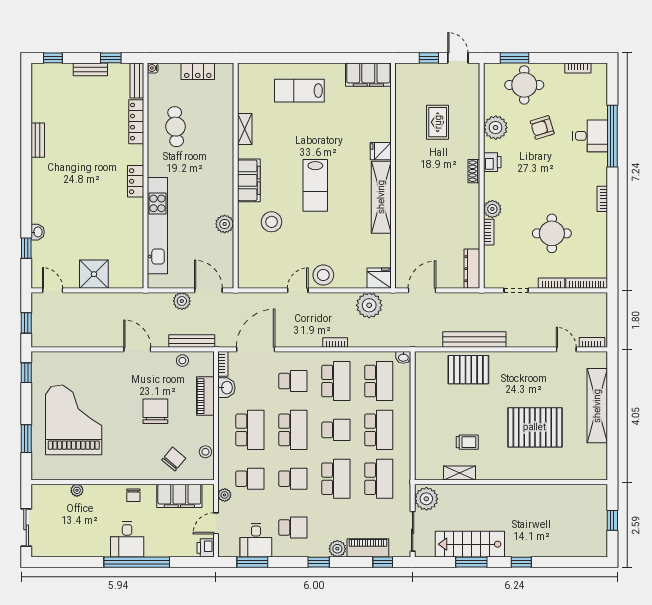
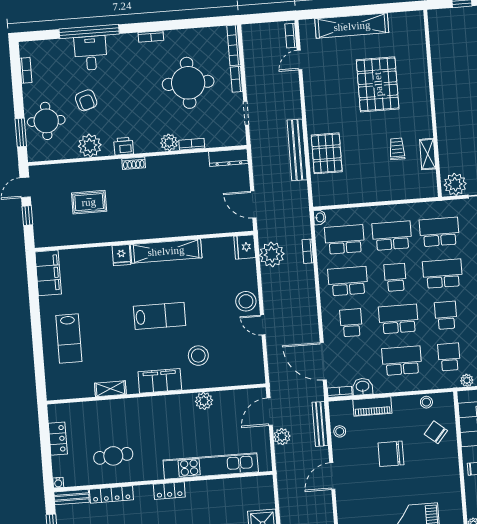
round table: (552, 233) -> (188, 83), width x1.36, depth x1.36
bookcase: (335, 342) -> (308, 251), moved

